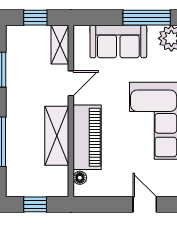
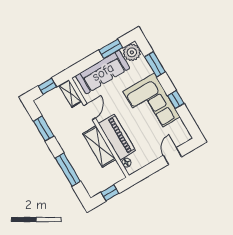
window: (147, 18) -> (111, 49), width x0.69
sofa: (118, 42) -> (103, 72), width x1.36
door: (145, 204) -> (172, 156), hinge flipped

